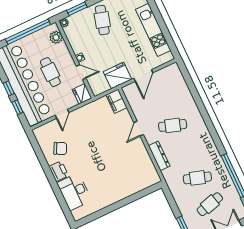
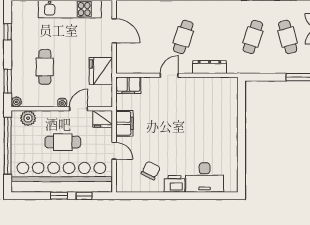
cafe table: (102, 20) -> (45, 67), moved, turned 74
door: (143, 75) -> (114, 31), moved
filing cabinet: (86, 112) -> (124, 123), added
door: (139, 129) -> (169, 75), swing flipped

